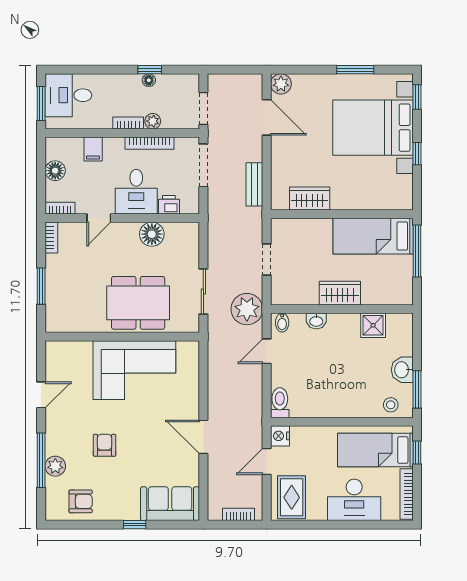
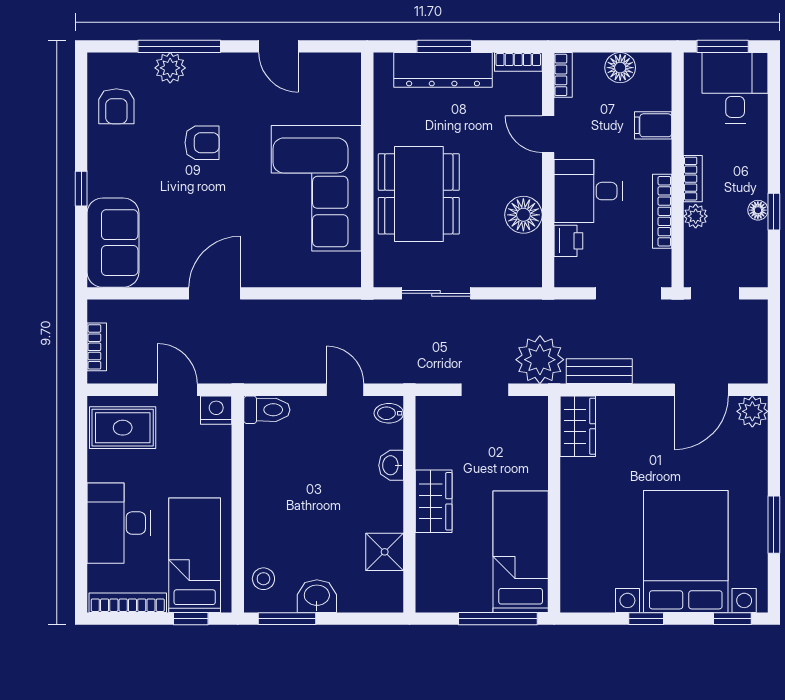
wardrobe: (310, 199) -> (578, 426), moved
dresser: (57, 287) -> (443, 70), added
plant: (247, 309) -> (540, 360), moved

